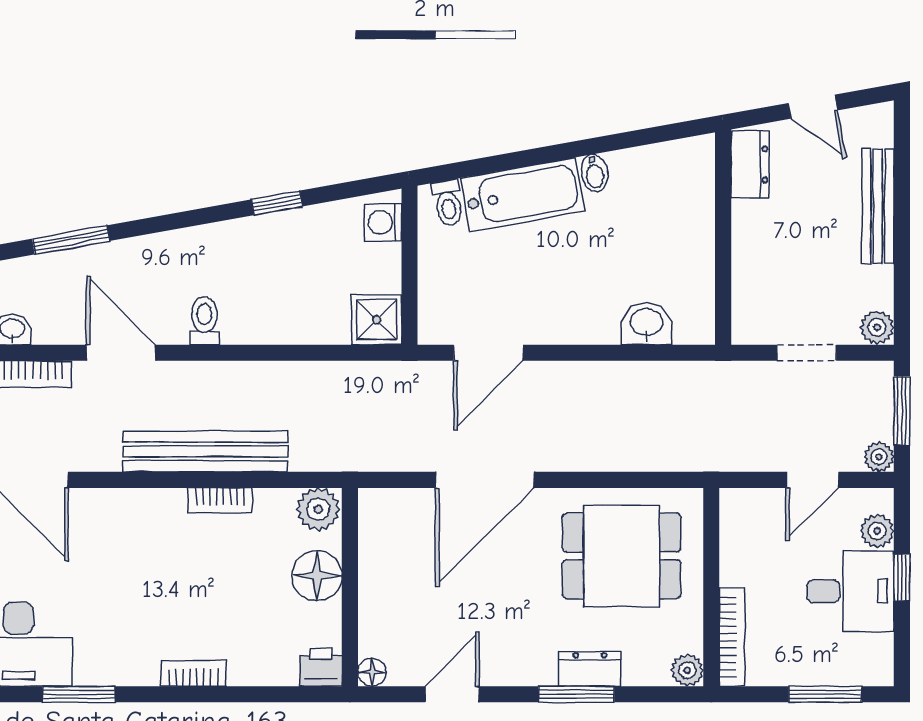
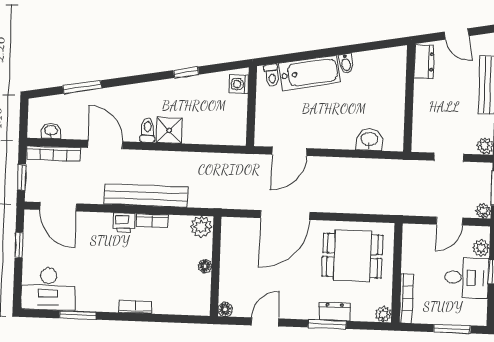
shower: (377, 320) -> (169, 130), moved
floor lamp: (317, 576) -> (205, 266), width x0.53, depth x0.53
printer: (321, 667) -> (124, 223), moved, turned 180

